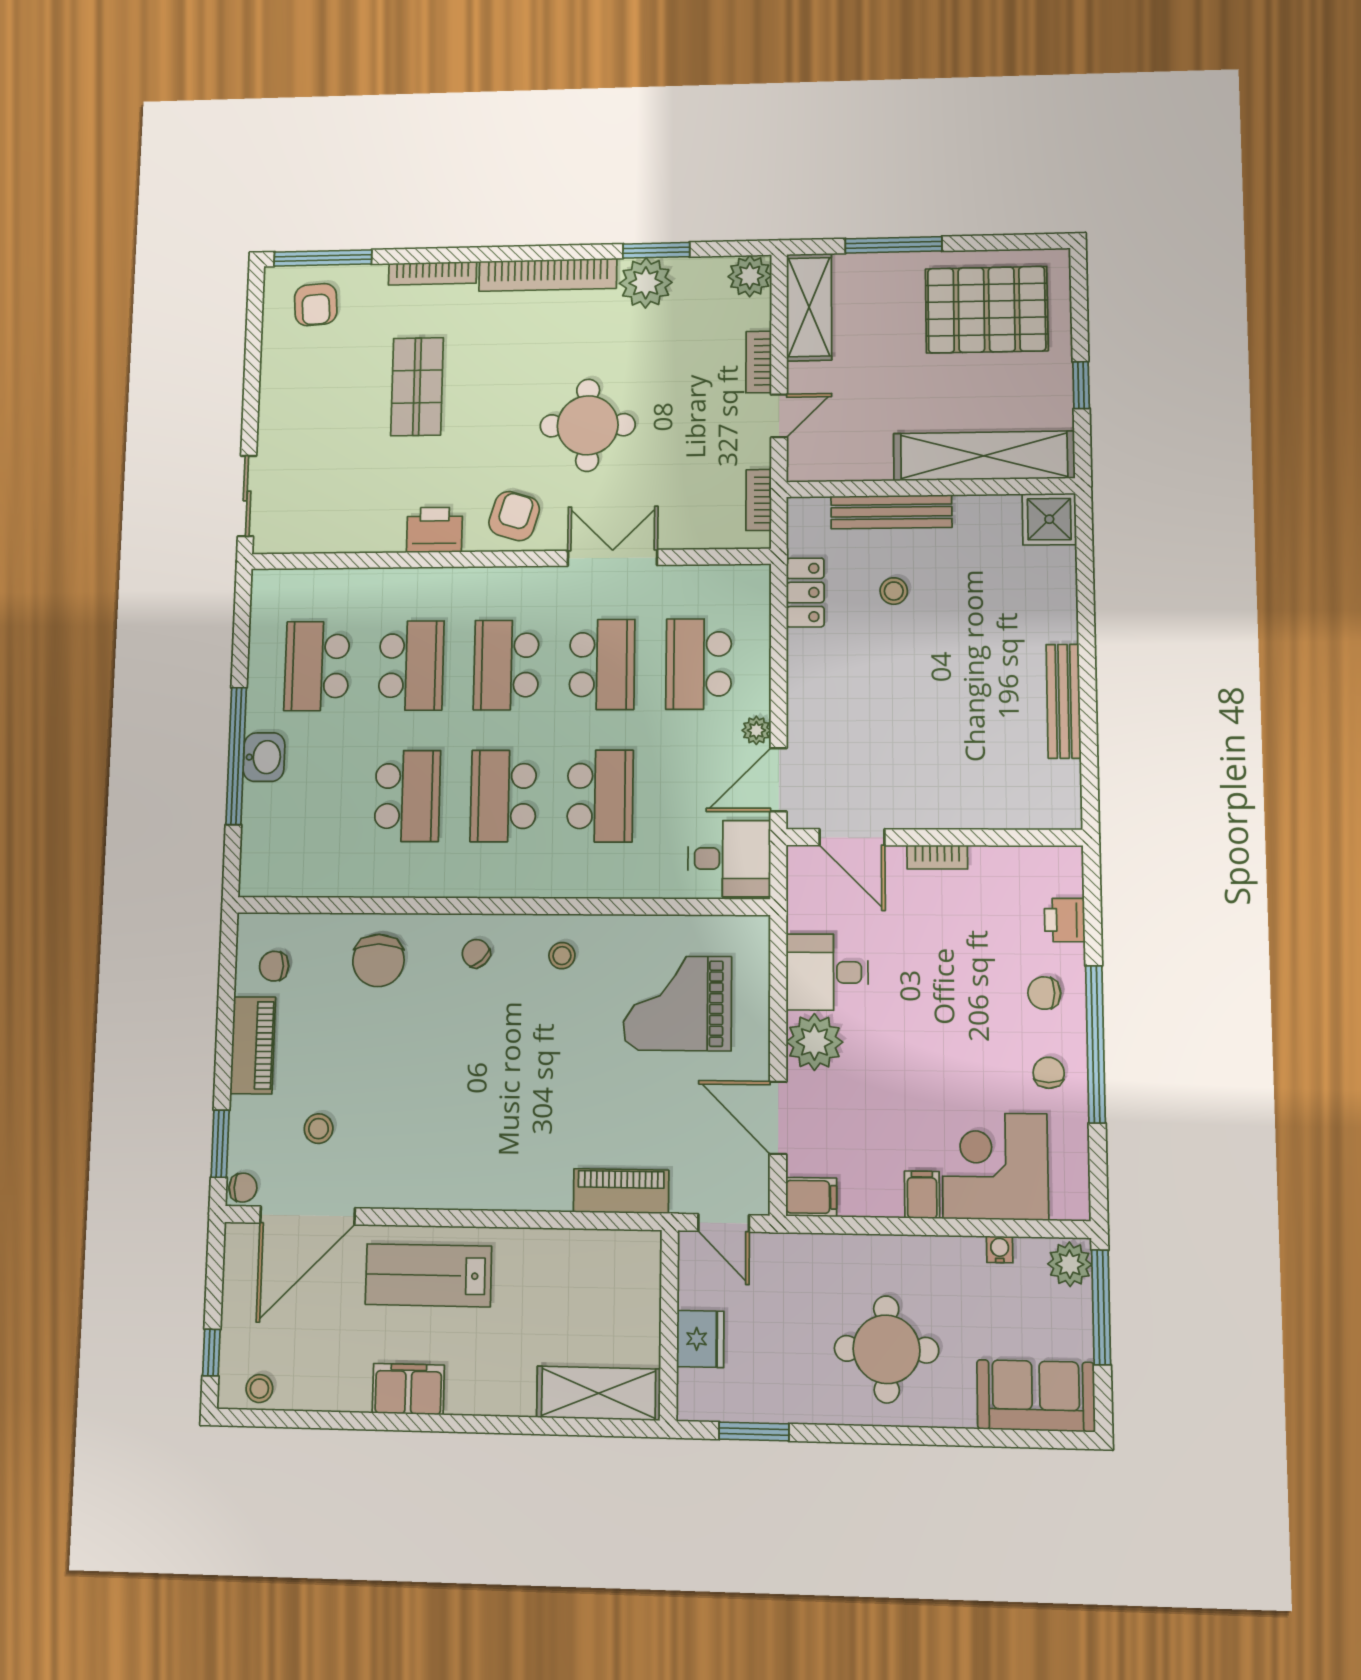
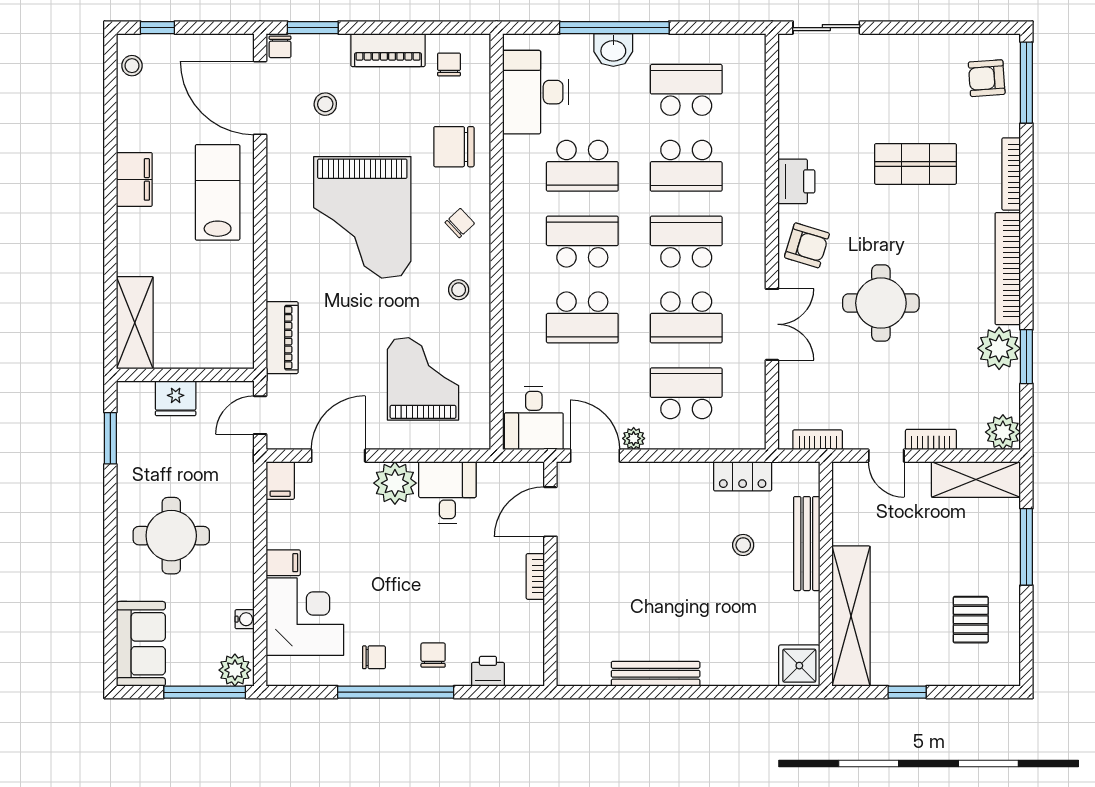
pallet: (987, 310) -> (971, 620), width x0.49, depth x0.50
desk: (313, 855) -> (535, 92), added
grand piano: (466, 1081) -> (362, 217), added

